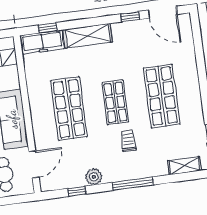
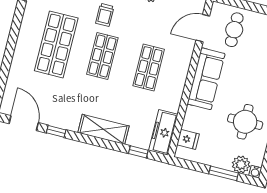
freezer: (42, 42) -> (163, 132), moved, turned -90
shop shelf: (69, 109) -> (149, 68), width x0.70, depth x0.74

